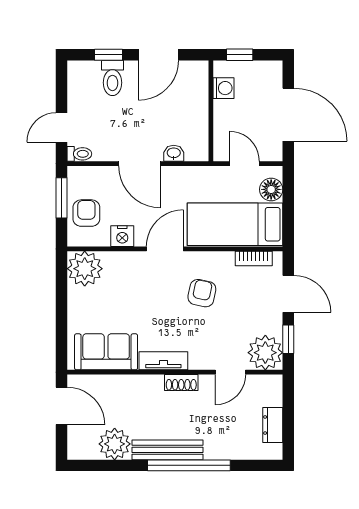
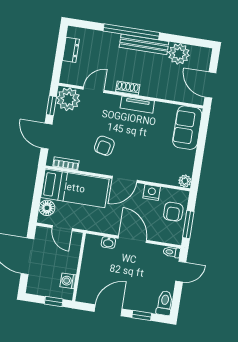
toilet: (112, 78) -> (165, 303), moved
plant: (85, 269) -> (185, 181), width x0.53, depth x0.53
sofa: (106, 352) -> (187, 128), moved, turned 90

